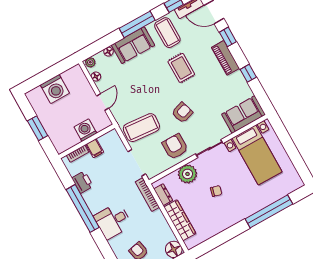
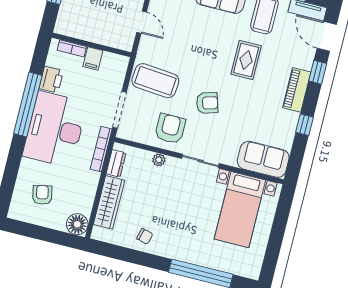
door: (103, 102) -> (142, 22), hinge flipped
washing machine: (85, 130) -> (100, 33), removed
plant: (188, 174) -> (159, 160), width x0.53, depth x0.53
chair: (216, 191) -> (145, 236), moved
desk: (113, 221) -> (55, 129), width x1.87, depth x1.30

